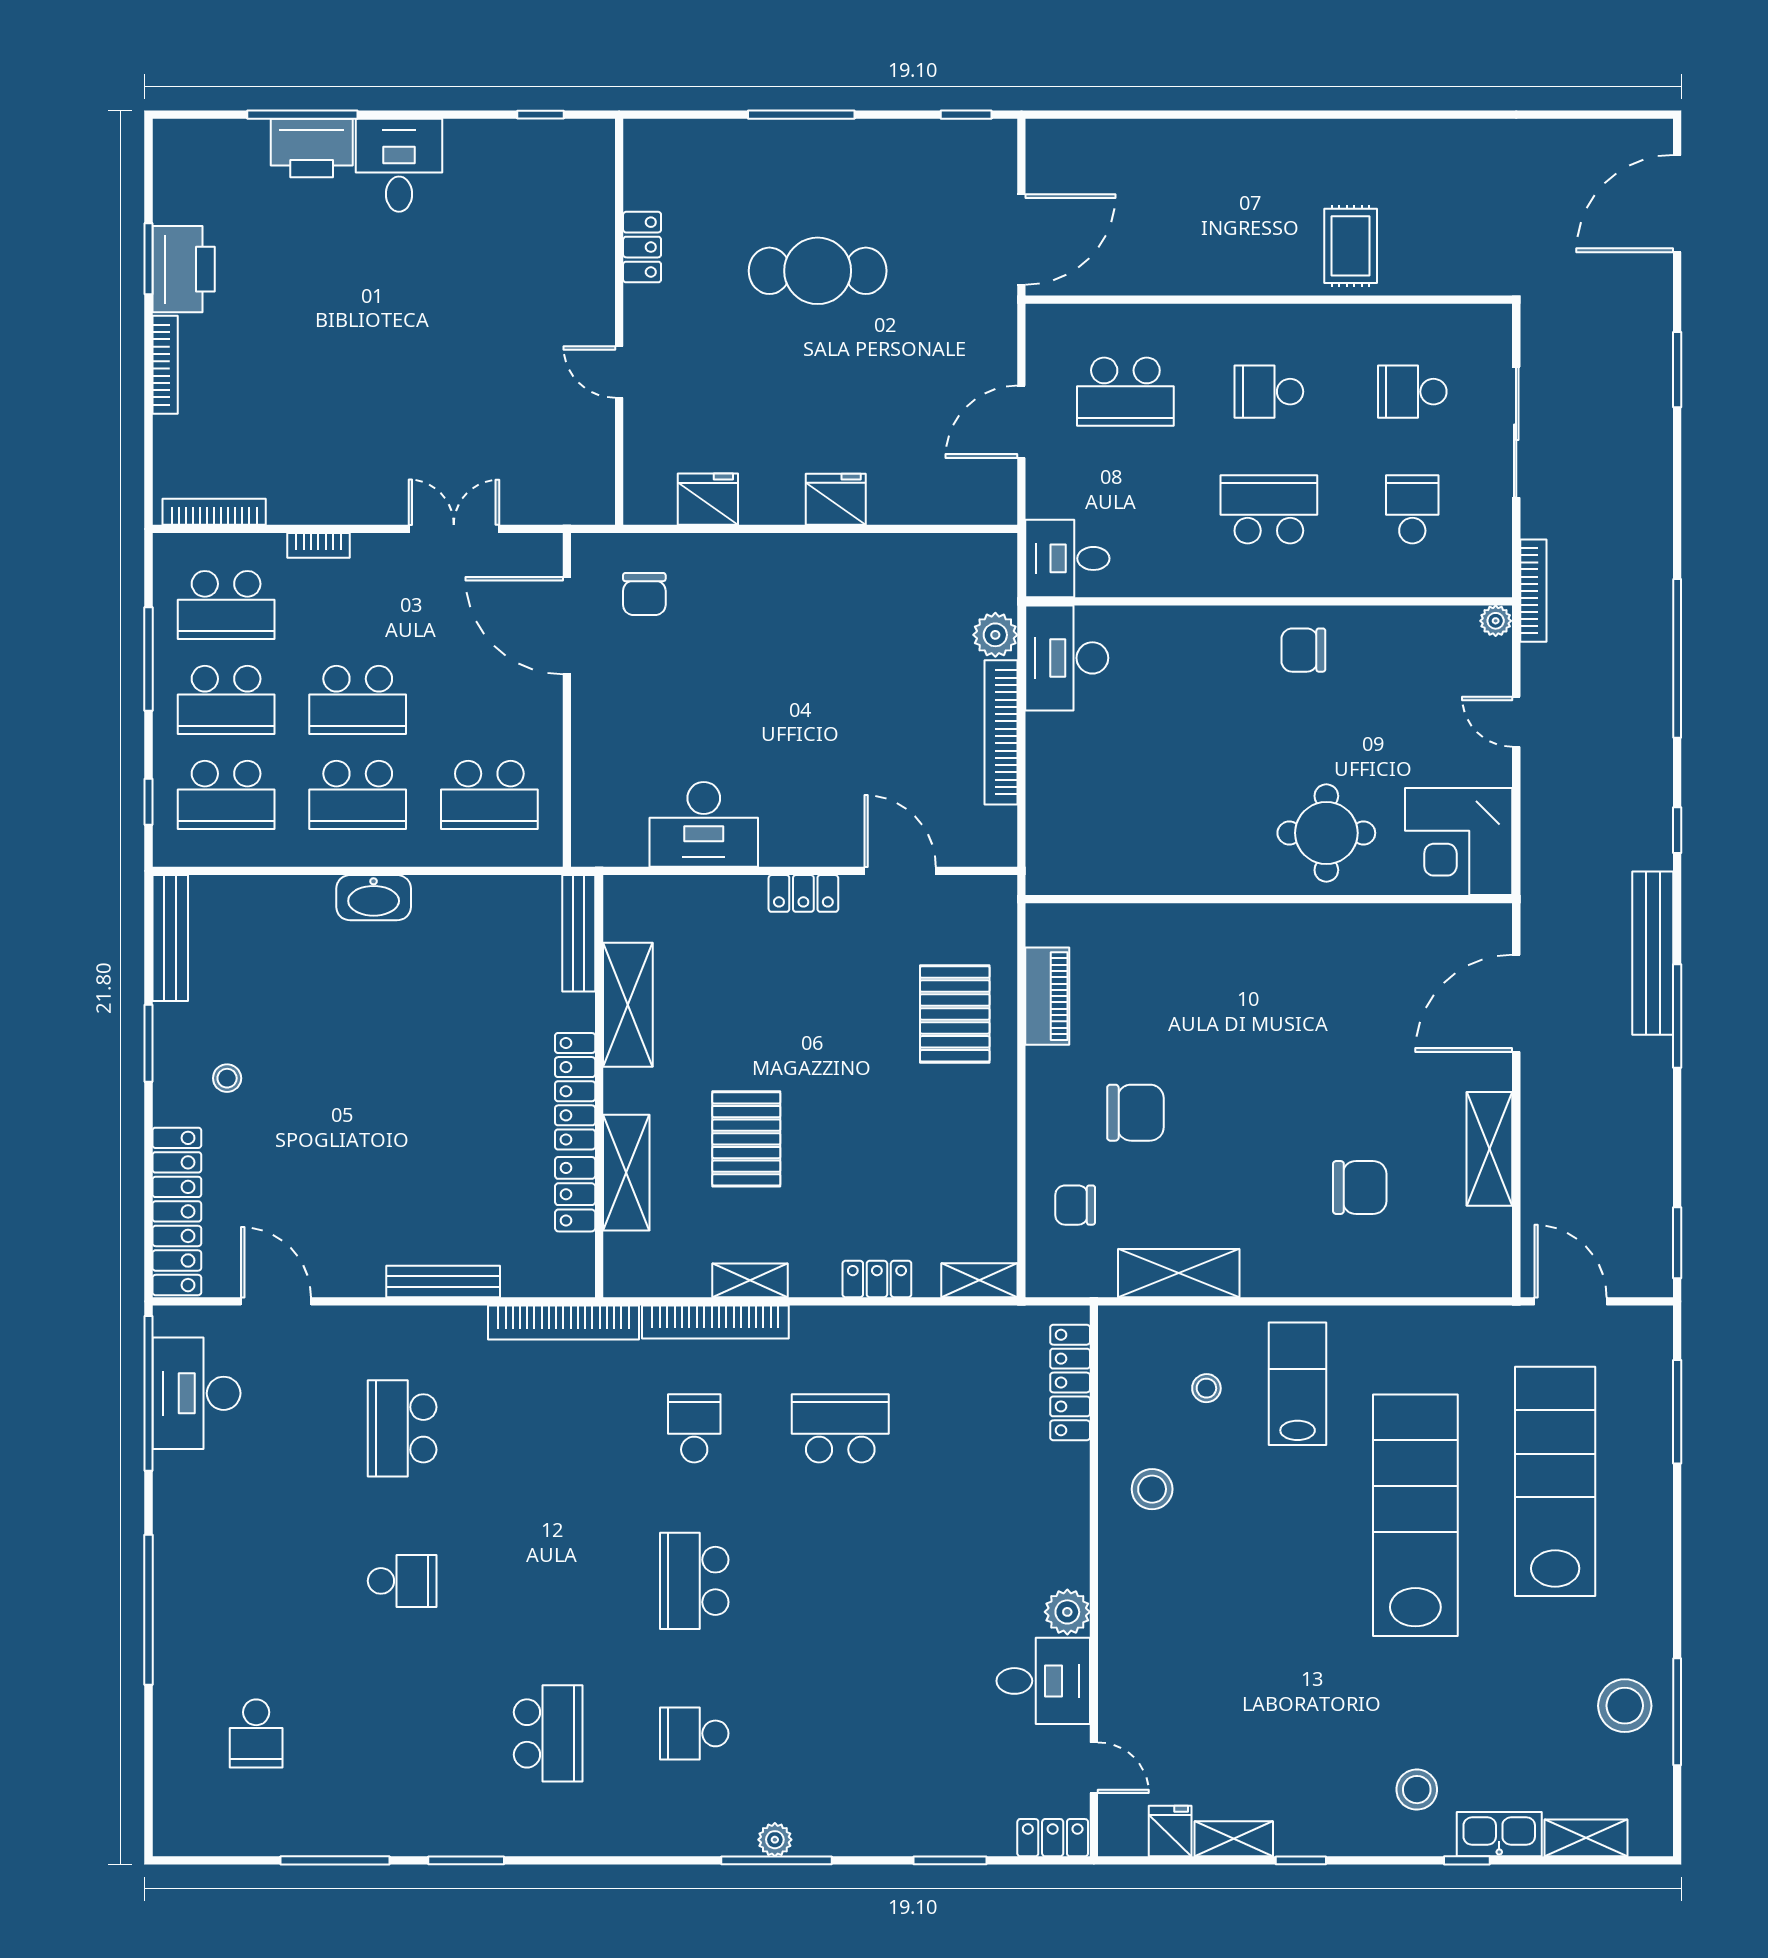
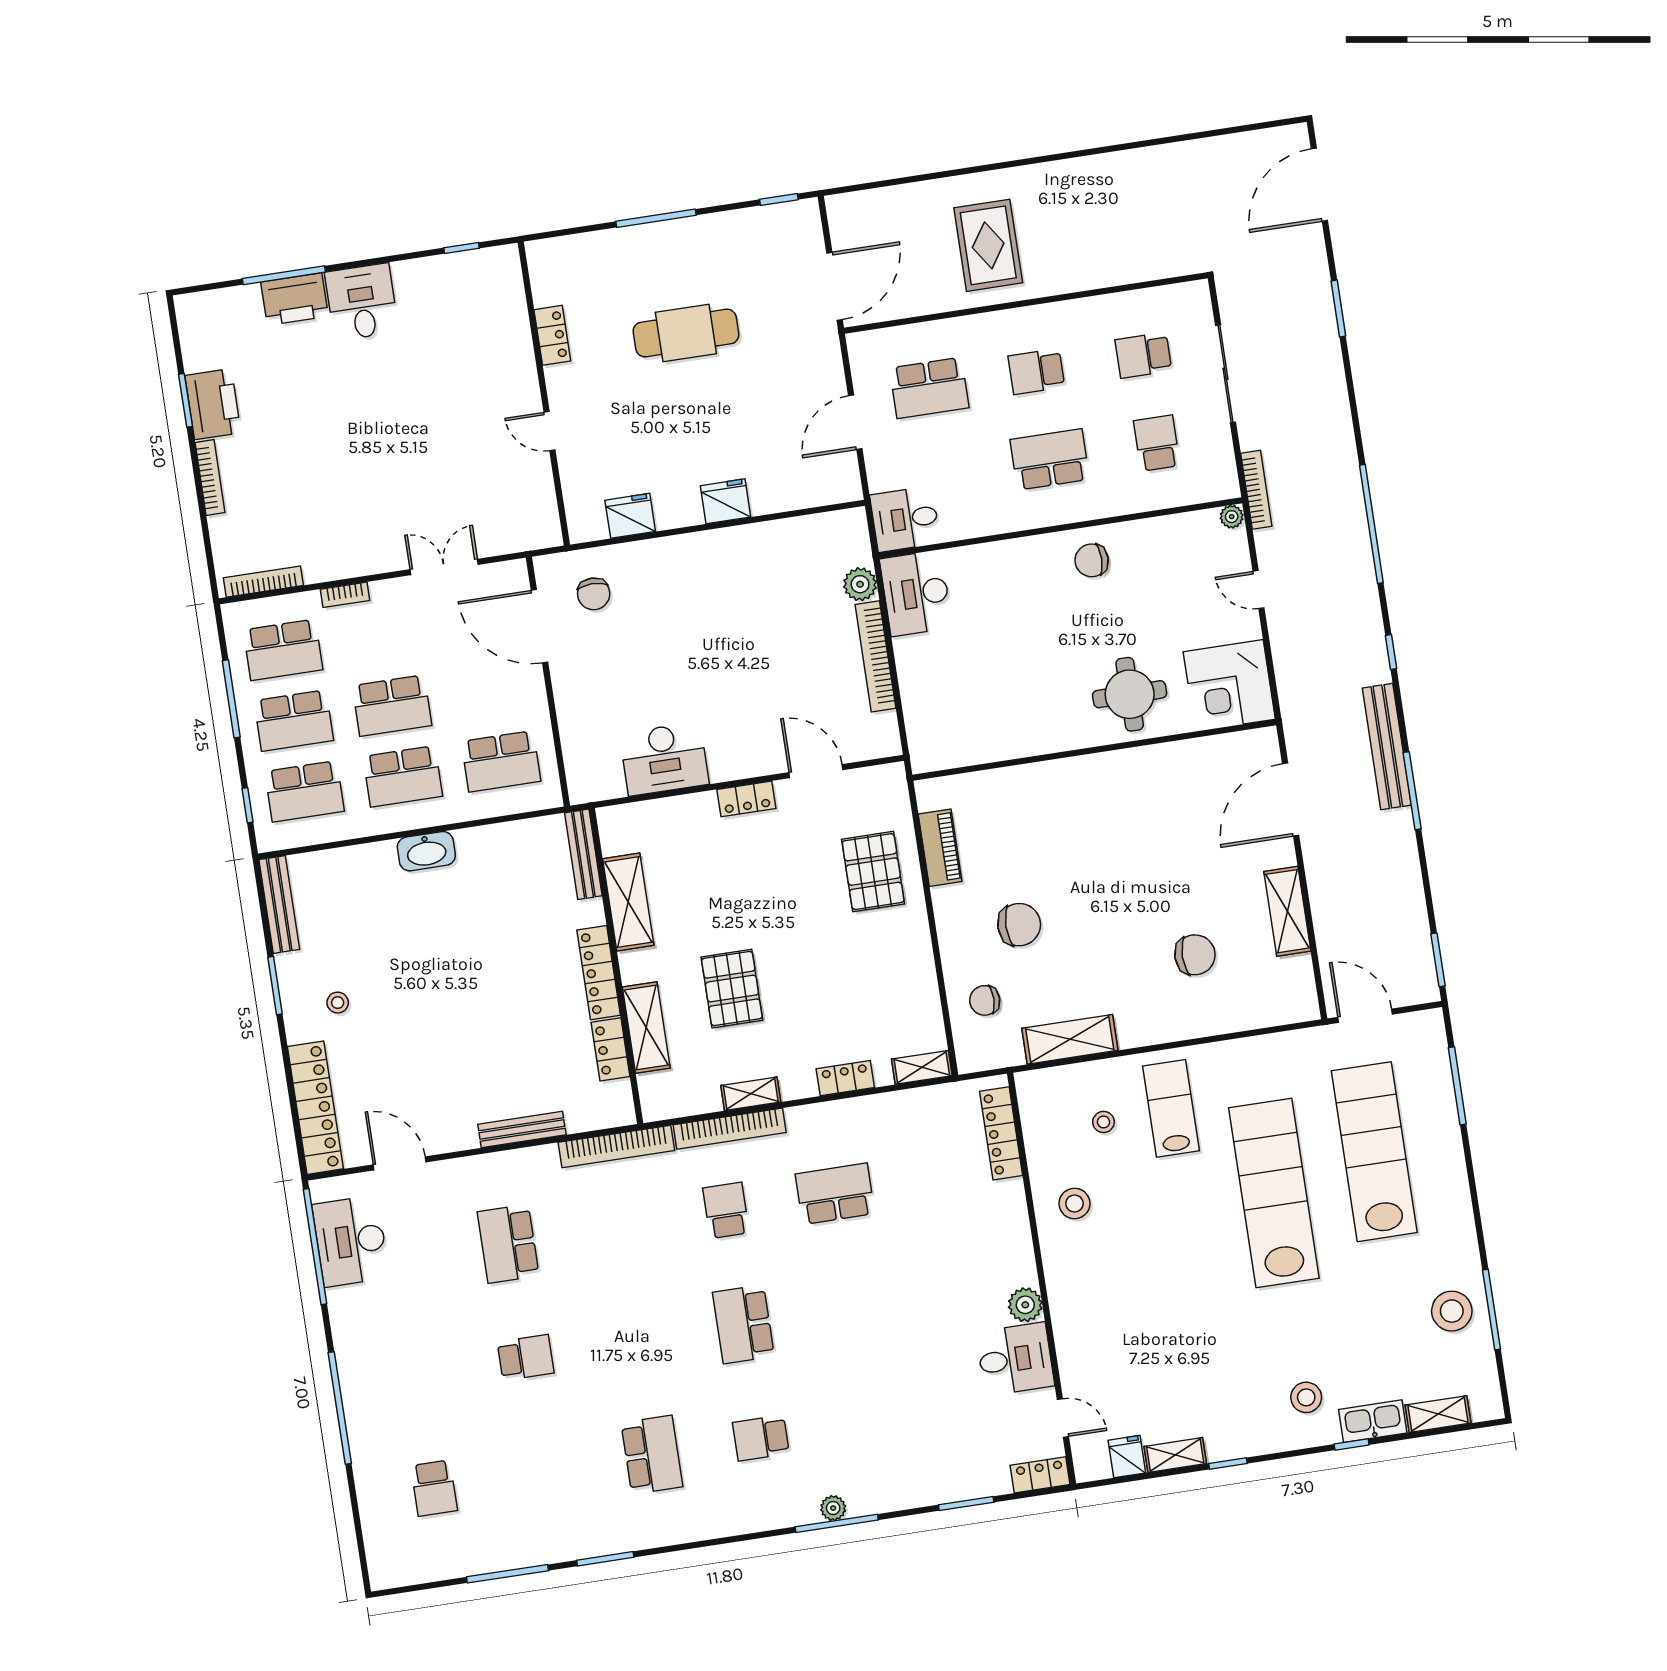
rug: (1351, 246) -> (988, 245), moved, width x1.36, depth x1.43

